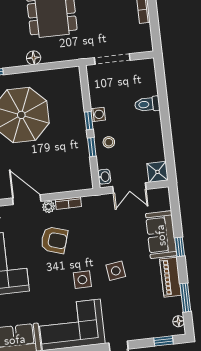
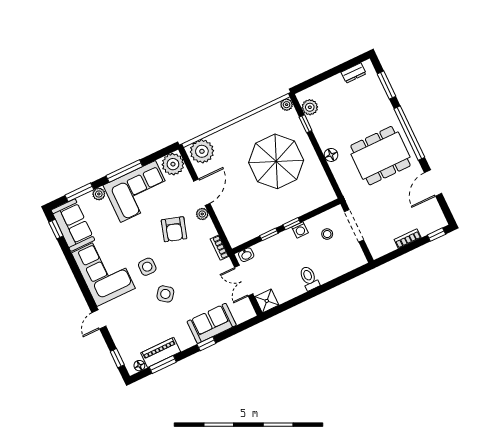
toilet: (147, 104) -> (309, 278), moved
stool: (109, 142) -> (327, 234), moved
bookcase: (68, 203) -> (220, 248), moved
side table: (116, 271) -> (165, 294), turned 45
piano: (170, 277) -> (161, 352), moved

